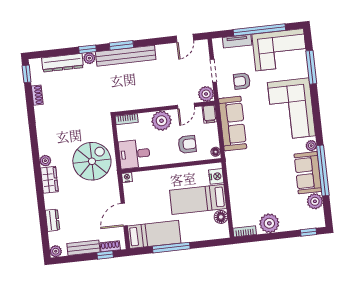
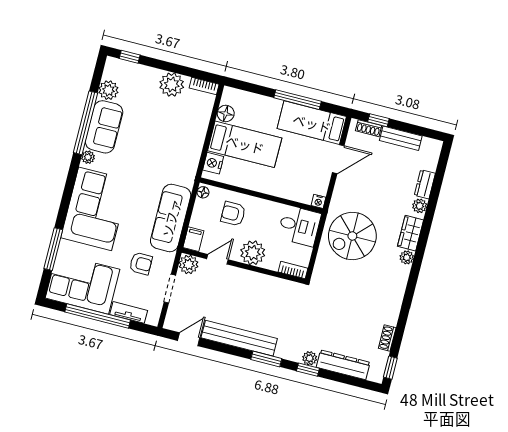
bench: (126, 56) -> (239, 338), moved
plant: (56, 251) -> (420, 206), moved

